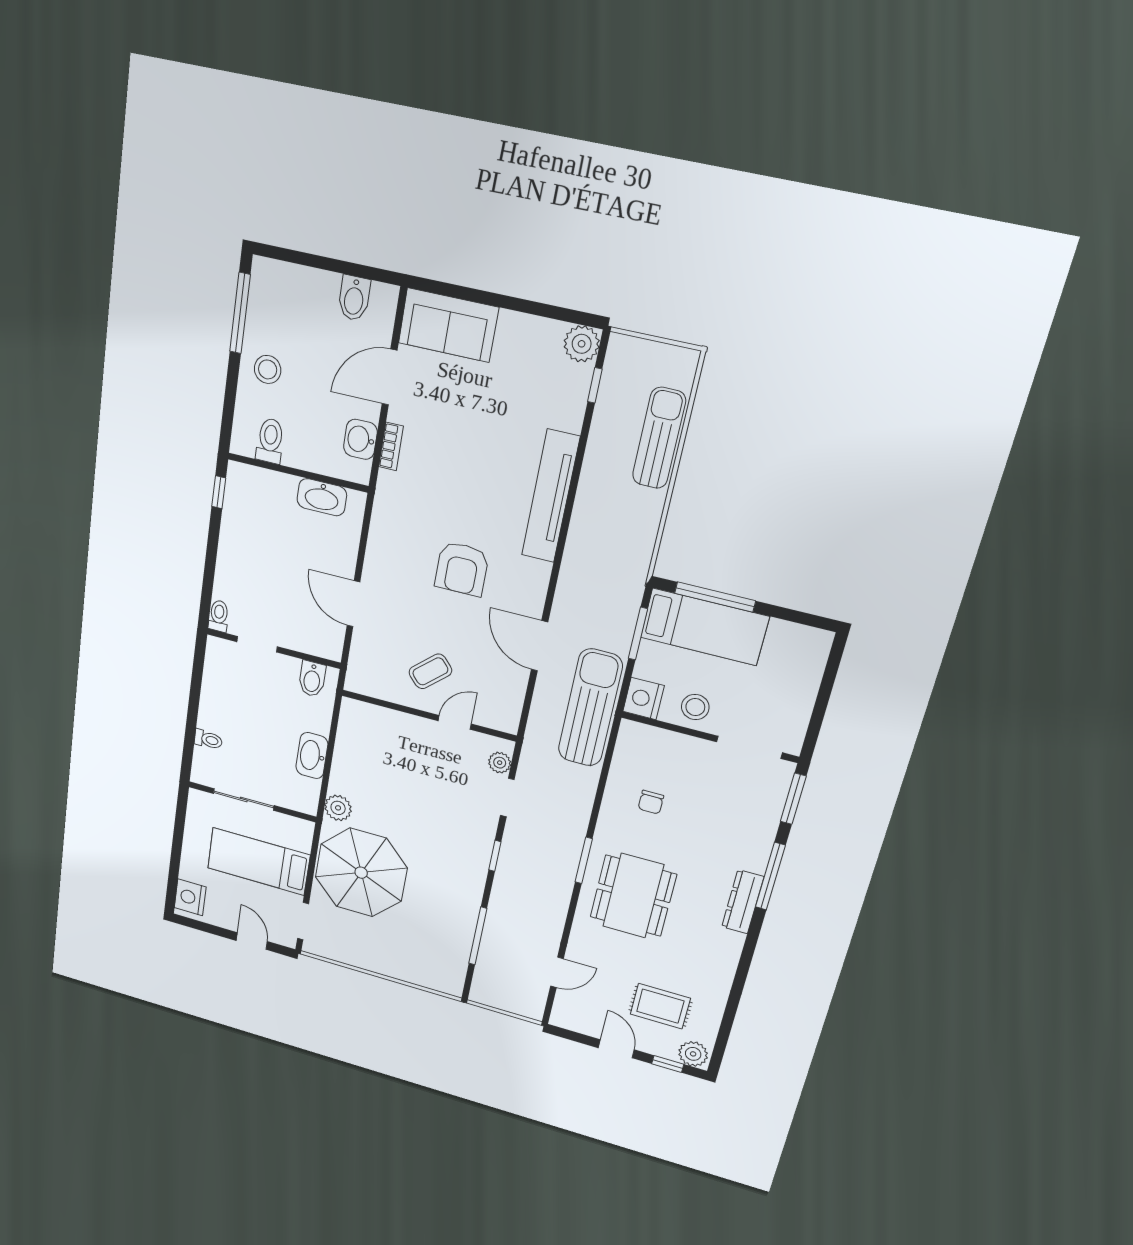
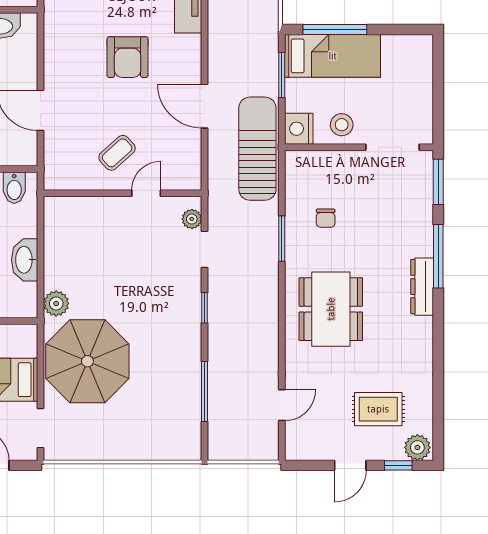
window: (584, 860) -> (282, 239), moved
door: (616, 1049) -> (350, 465), swing flipped

